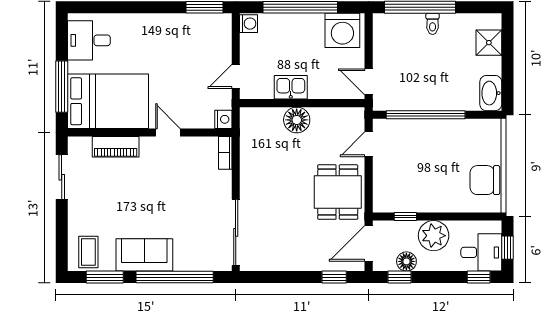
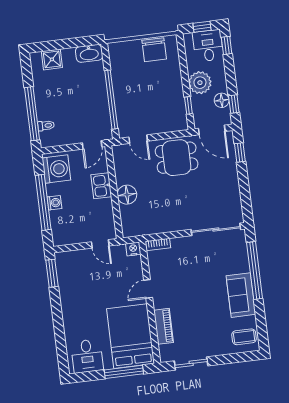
washing machine: (249, 24) -> (54, 203), moved, turned 90
toilet: (433, 24) -> (46, 126), moved
kitchen sink: (291, 87) -> (101, 186), moved
window: (105, 277) -> (261, 322), removed

